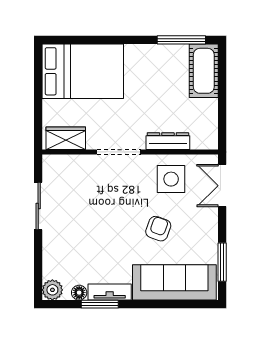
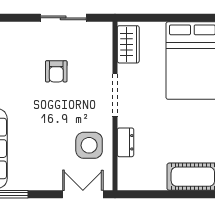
dresser: (168, 141) -> (126, 142), width x0.70
armchair: (158, 229) -> (56, 71), moved, turned 70

